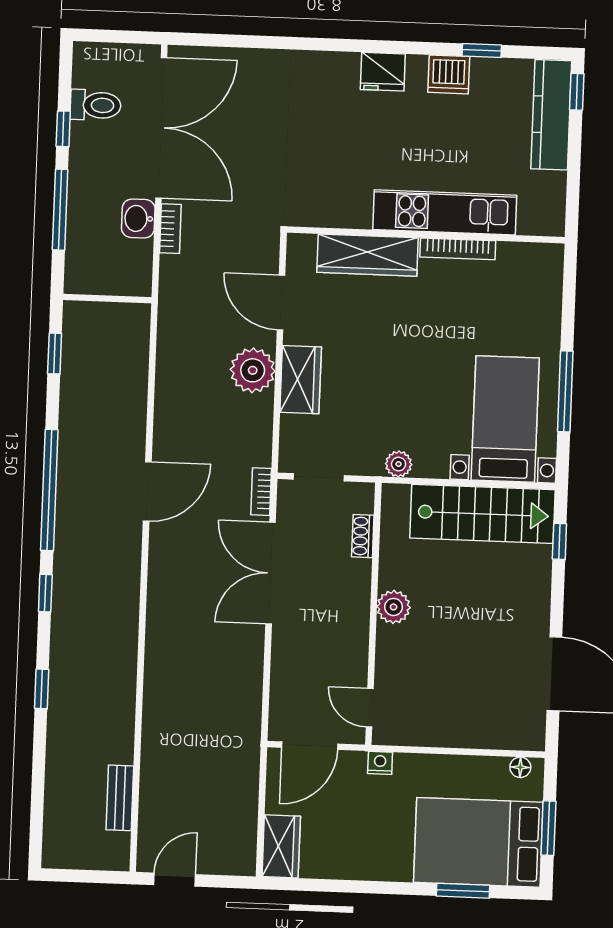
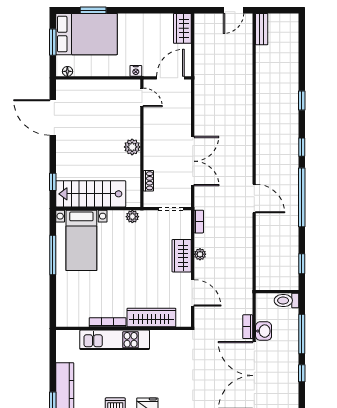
toilet: (96, 105) -> (286, 301), moved
plant: (253, 370) -> (200, 254), width x0.53, depth x0.53
door: (147, 491) -> (254, 199), swing flipped
bookcase: (261, 492) -> (199, 222), moved
bench: (120, 798) -> (262, 29), moved

